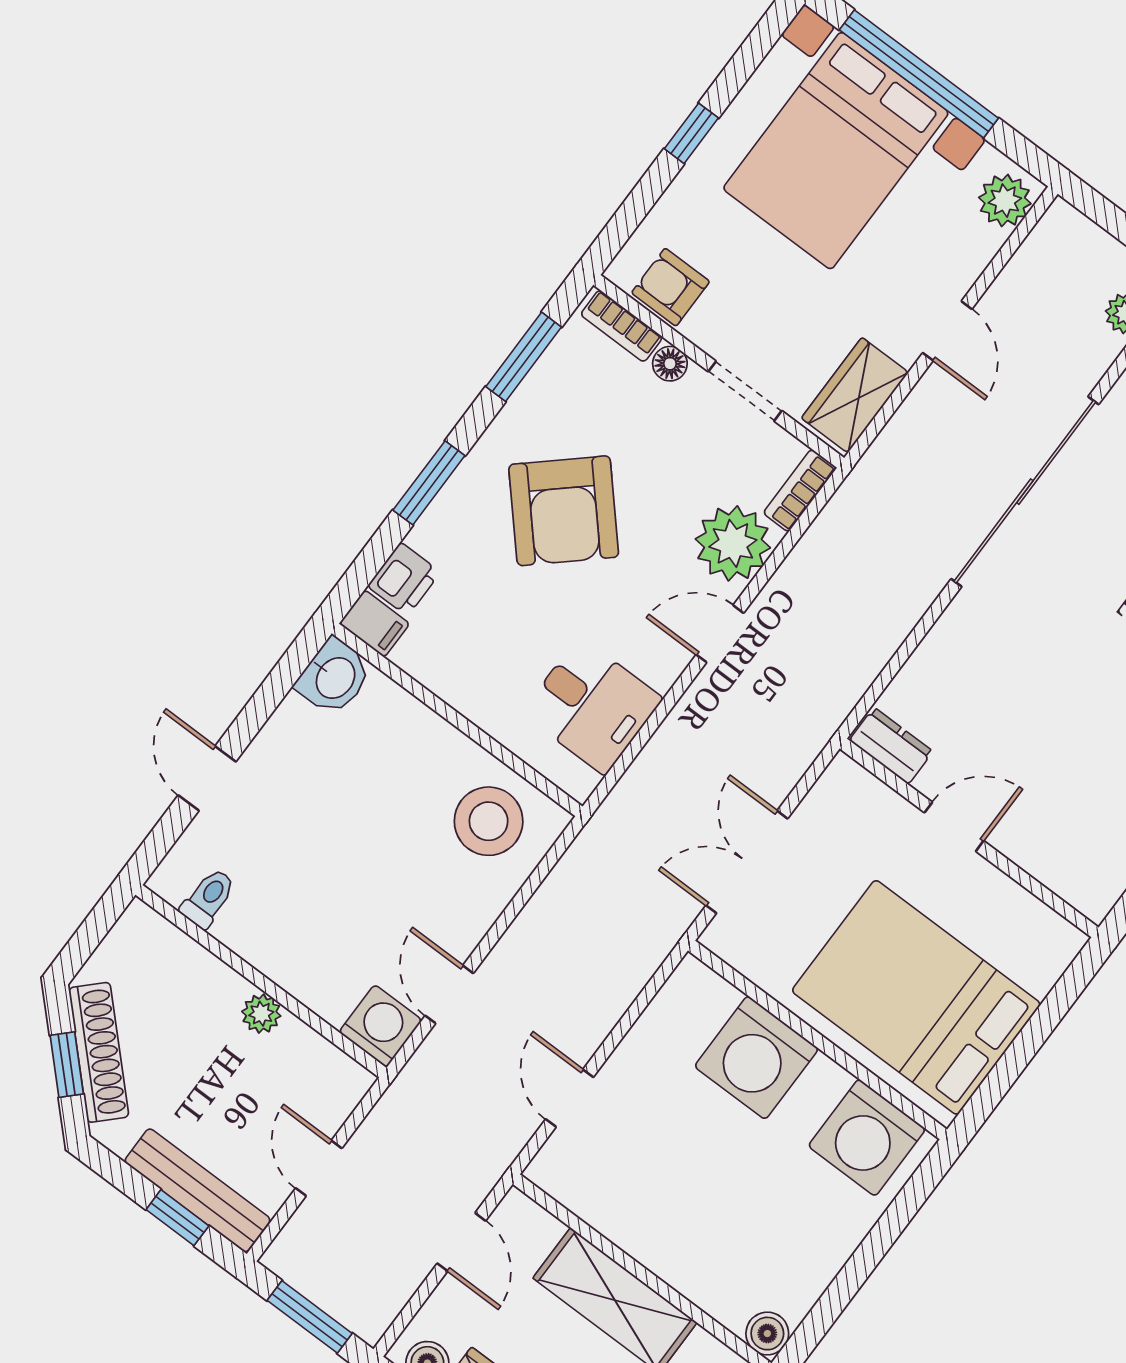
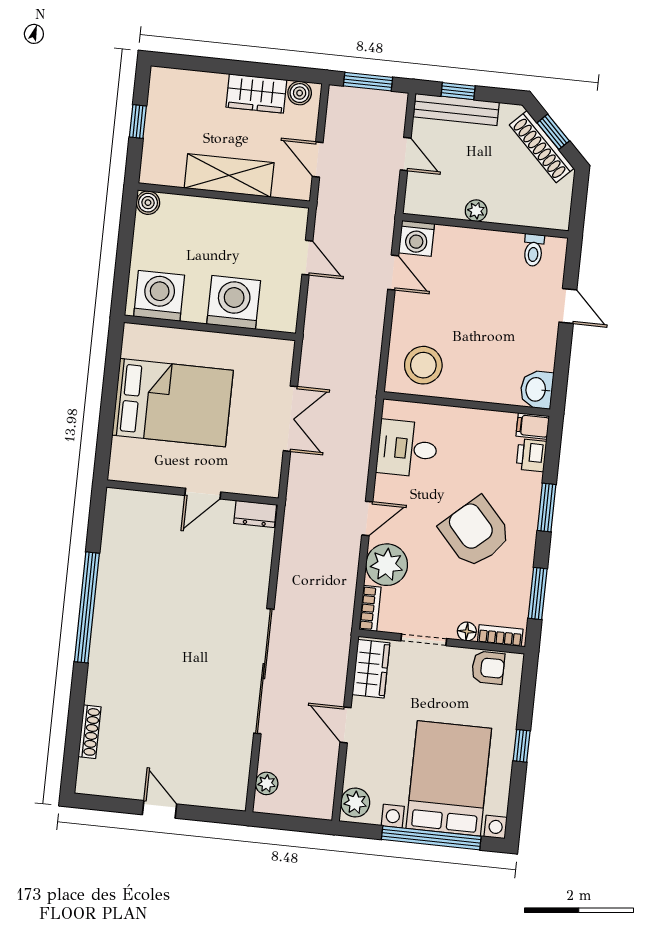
wall: (817, 1040) -> (210, 328), moved
washing machine: (756, 1058) -> (234, 302), moved
washing machine: (867, 1138) -> (159, 296), moved

